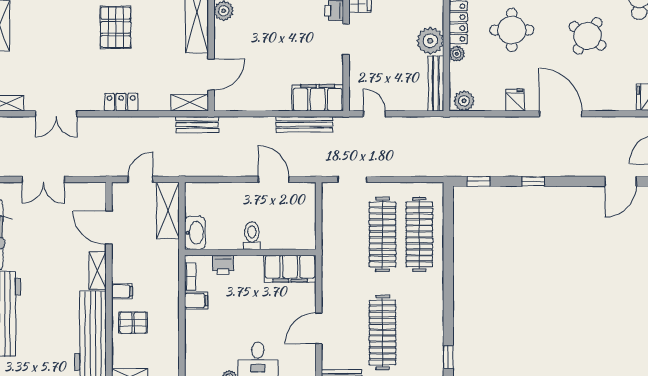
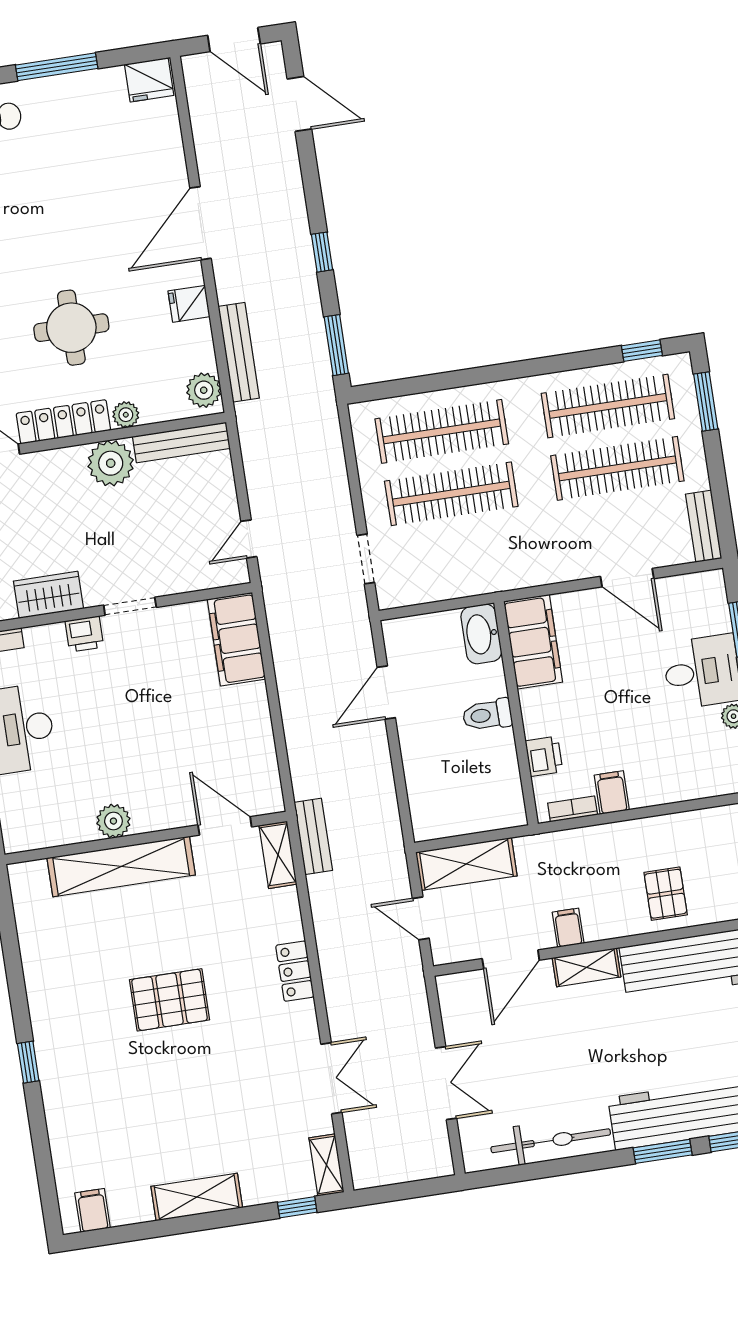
round table: (587, 36) -> (62, 198), removed
bench: (304, 124) -> (239, 352), moved
window: (478, 181) -> (336, 345), width x1.50
washbasin: (195, 233) -> (481, 634), moved, turned -90
filing cabinet: (122, 291) -> (568, 928), moved
clothes rail: (419, 332) -> (608, 406), added

